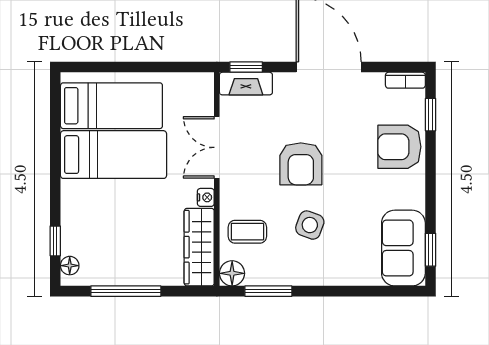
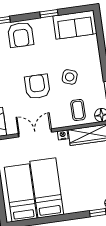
double door: (217, 147) -> (35, 133), swing flipped
armchair: (301, 164) -> (37, 86), turned -90
window: (431, 250) -> (49, 14), moved

